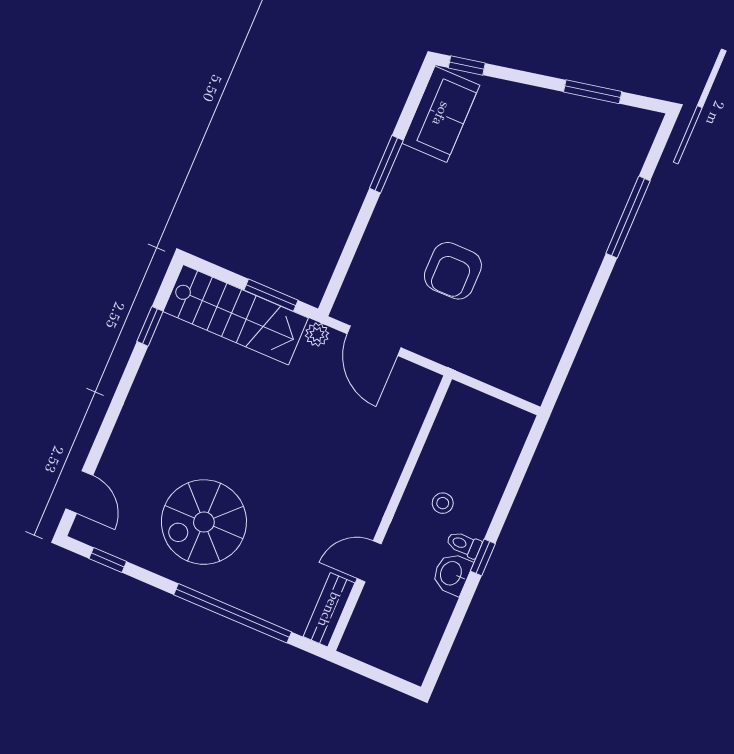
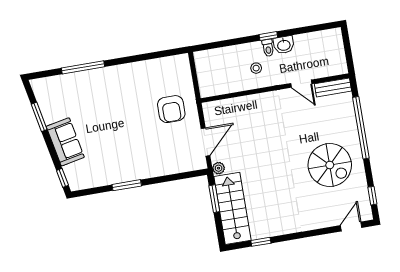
sofa: (441, 114) -> (65, 142), moved, turned 79
armchair: (453, 271) -> (171, 109), moved, turned 90

